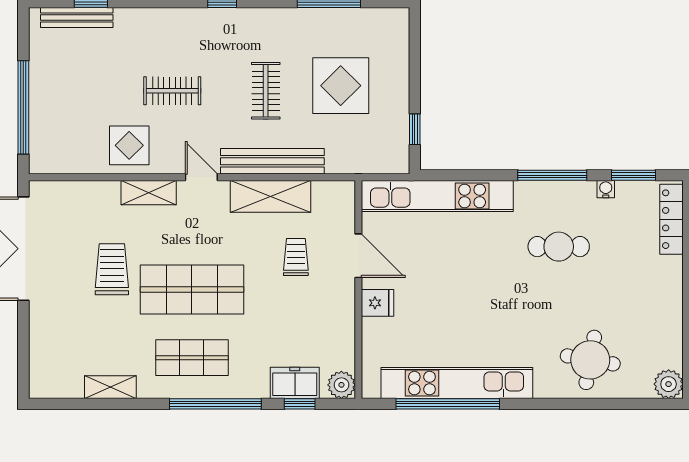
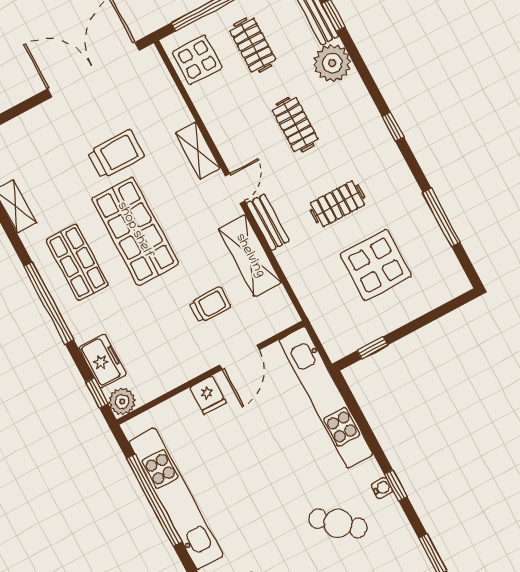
plant: (134, 27) -> (332, 63), added
clothes rail: (79, 91) -> (253, 45), added
display table: (129, 145) -> (197, 60), moved
bench: (272, 161) -> (268, 222), width x0.54, depth x0.82
window: (552, 175) -> (396, 486), width x0.46
water cooler: (606, 189) -> (382, 488), moved
cafe table: (559, 247) -> (338, 523), turned -49
window: (300, 404) -> (97, 393), moved

